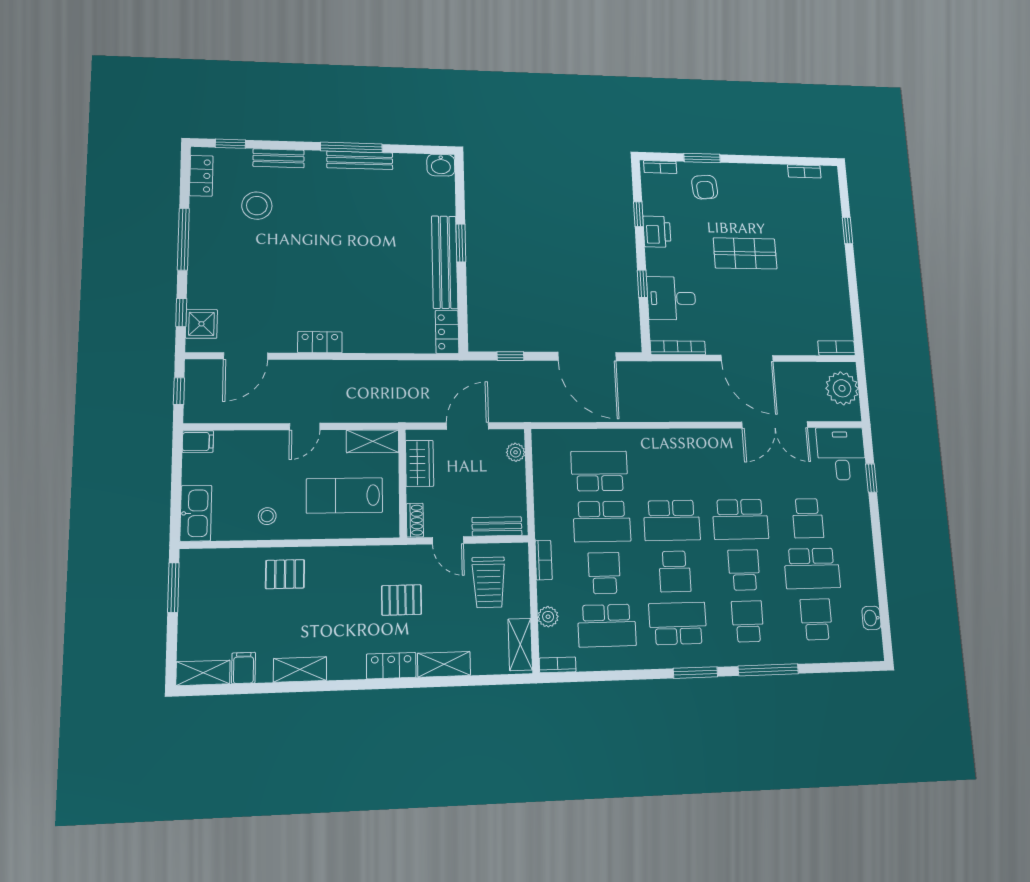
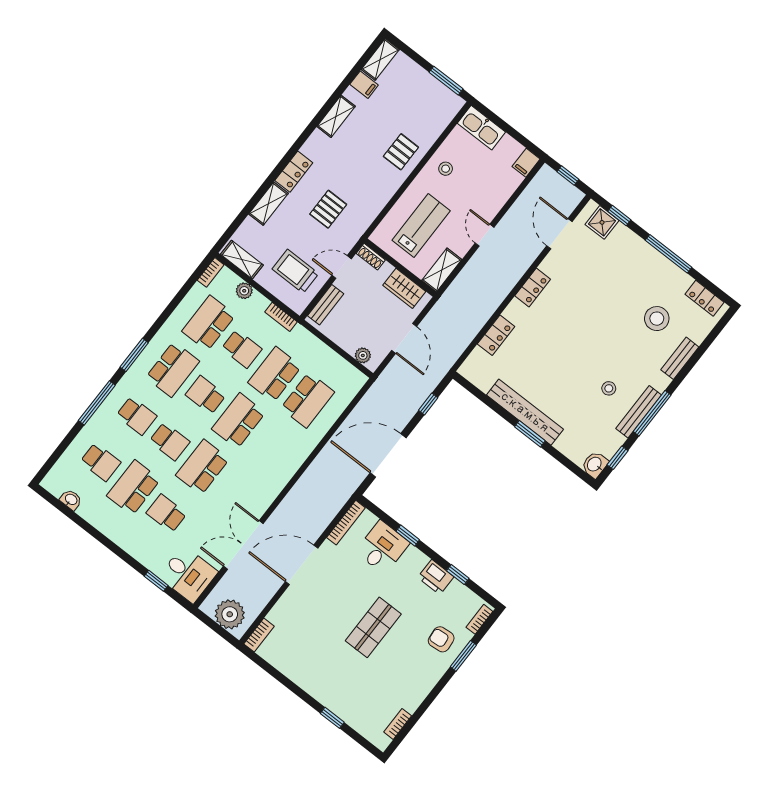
window: (230, 144) -> (617, 458), moved
stool: (360, 202) -> (609, 388), added
locker: (447, 332) -> (496, 335), moved, turned 90

